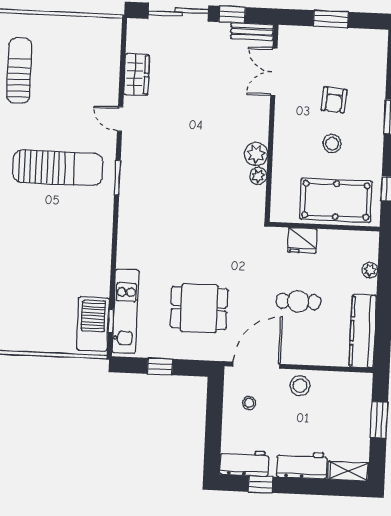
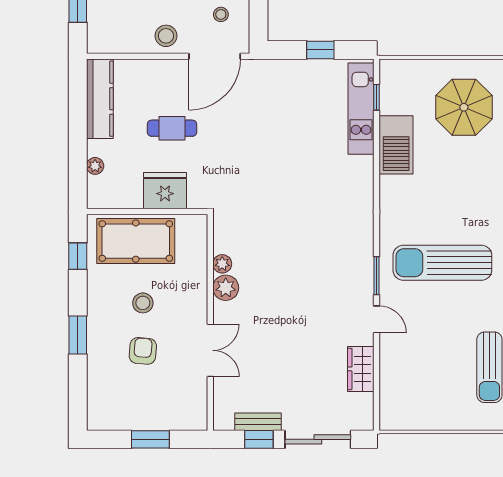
bench: (252, 32) -> (258, 422), moved
double door: (274, 72) -> (210, 350), moved
window: (117, 177) -> (377, 276), moved
fridge: (302, 240) -> (165, 191), width x1.36, depth x1.34
parasol: (32, 308) -> (464, 107), added
dining table: (199, 308) -> (280, 116), removed
barbecue: (93, 324) -> (396, 145), moved

